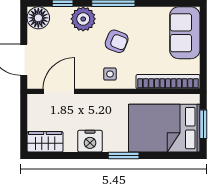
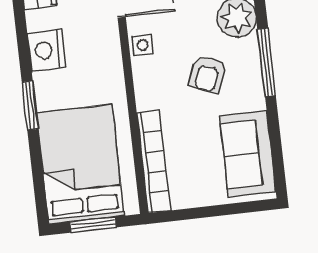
sofa: (185, 33) -> (248, 154), moved, turned -90
side table: (110, 74) -> (143, 45), moved

